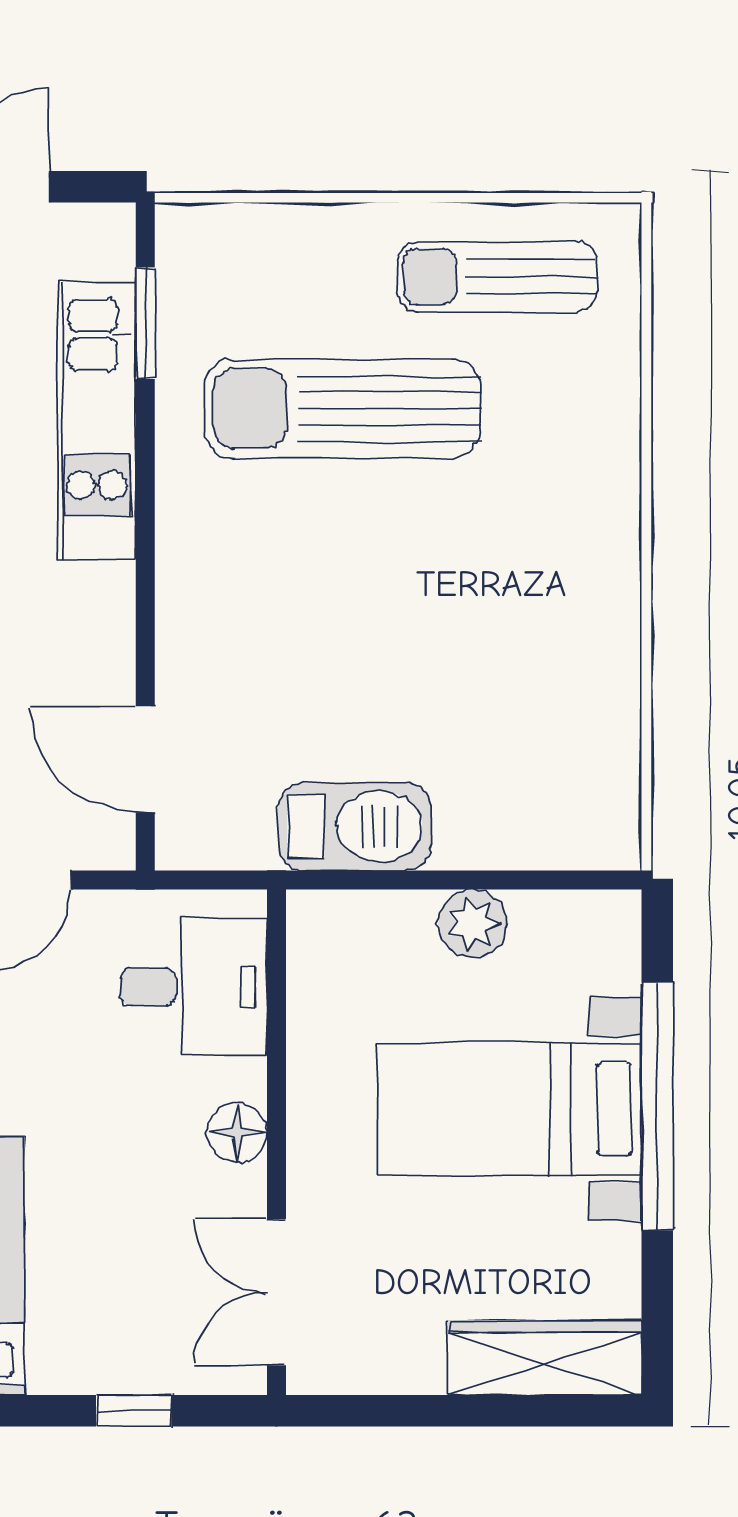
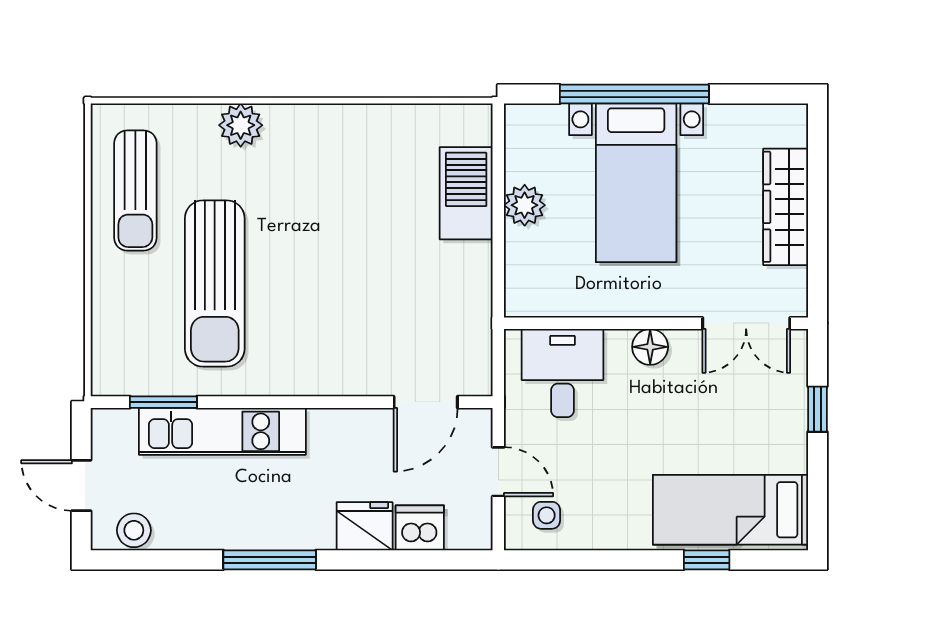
plant: (606, 452) -> (241, 125), added
barbecue: (355, 826) -> (466, 193), moved
wardrobe: (545, 1358) -> (786, 207), moved

